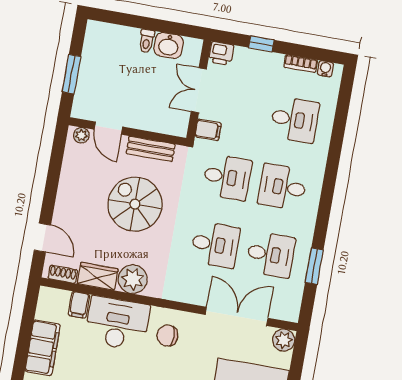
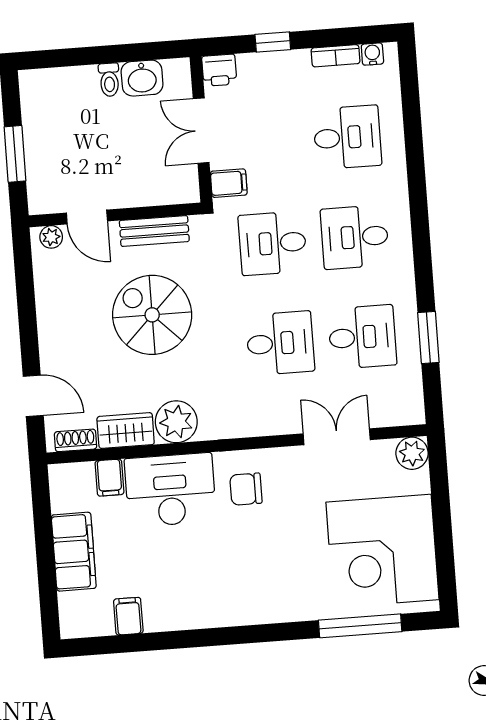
desk: (227, 177) -> (273, 243), turned 180
double door: (237, 316) -> (337, 437), width x0.73

